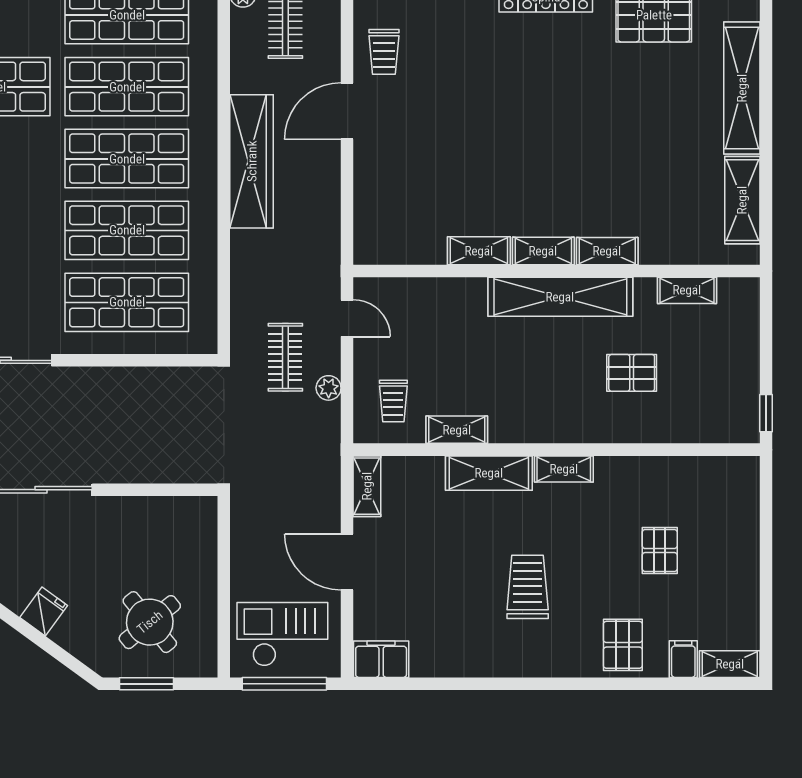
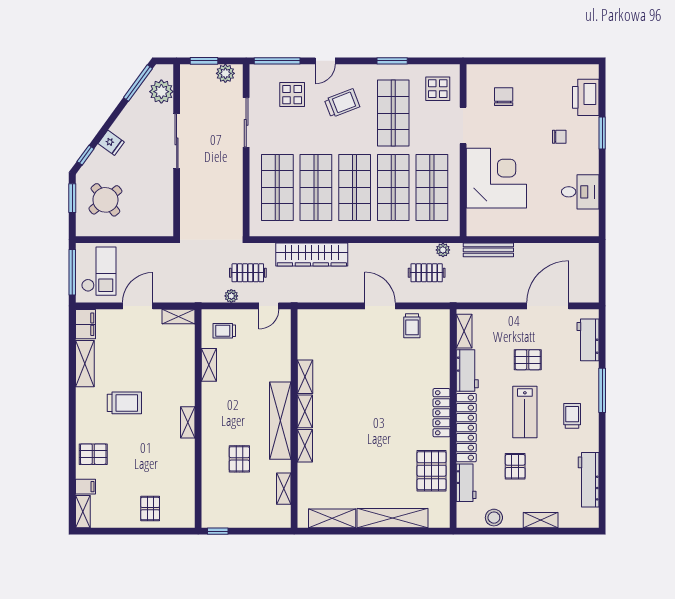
trolley: (384, 52) -> (412, 326), turned -90
wardrobe: (252, 161) -> (312, 255), moved
shelving: (489, 473) -> (85, 364), moved
pallet: (660, 551) -> (150, 509), moved, turned 90
window: (66, 659) -> (86, 155), added

